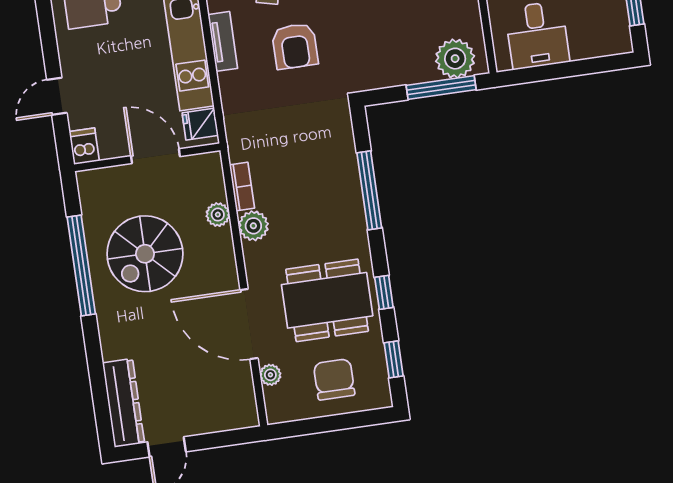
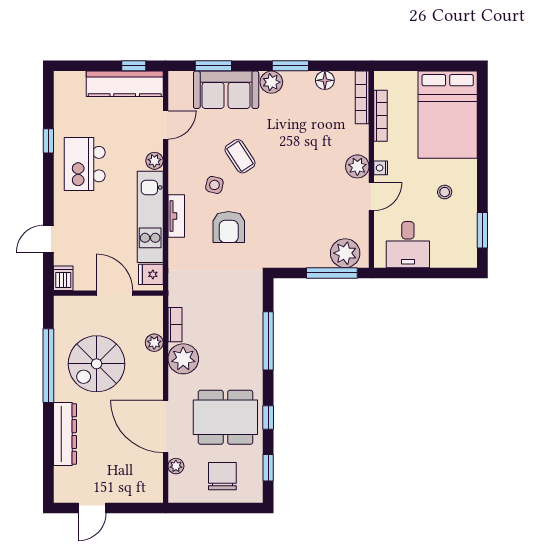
plant: (253, 226) -> (183, 359), width x1.36, depth x1.36
dresser: (123, 403) -> (65, 434), moved

